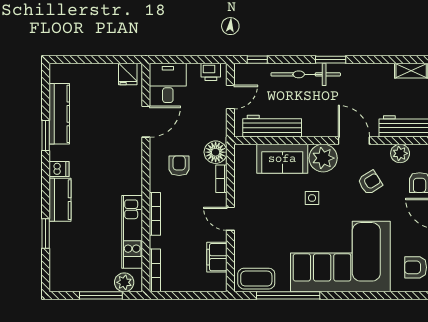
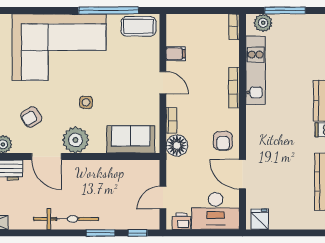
window: (331, 60) -> (100, 233), moved
bicycle: (306, 74) -> (66, 219), moved
desk: (168, 83) -> (216, 211), width x1.37
door: (146, 122) -> (243, 174), hinge flipped
workbench: (272, 126) -> (124, 170), removed
sofa: (282, 159) -> (131, 139), moved
armchair: (179, 166) -> (223, 141), moved
filing cabinet: (217, 257) -> (176, 54), width x0.50
bookcase: (155, 270) -> (234, 27), width x0.64

